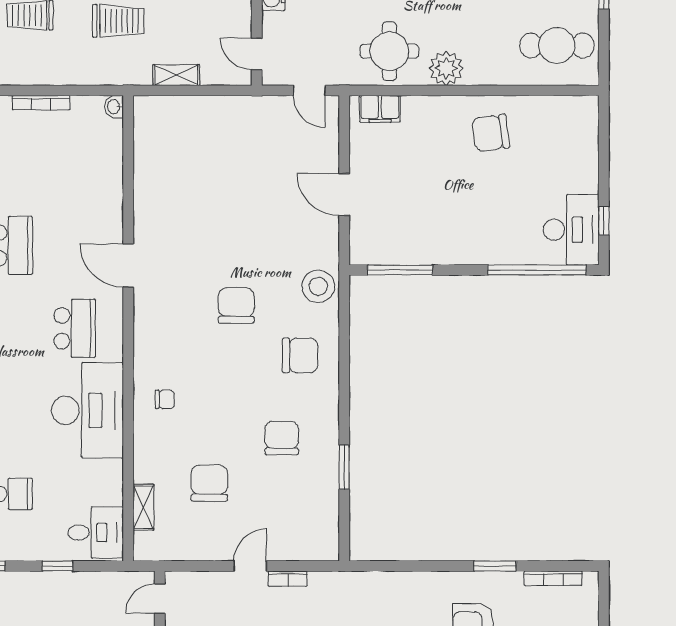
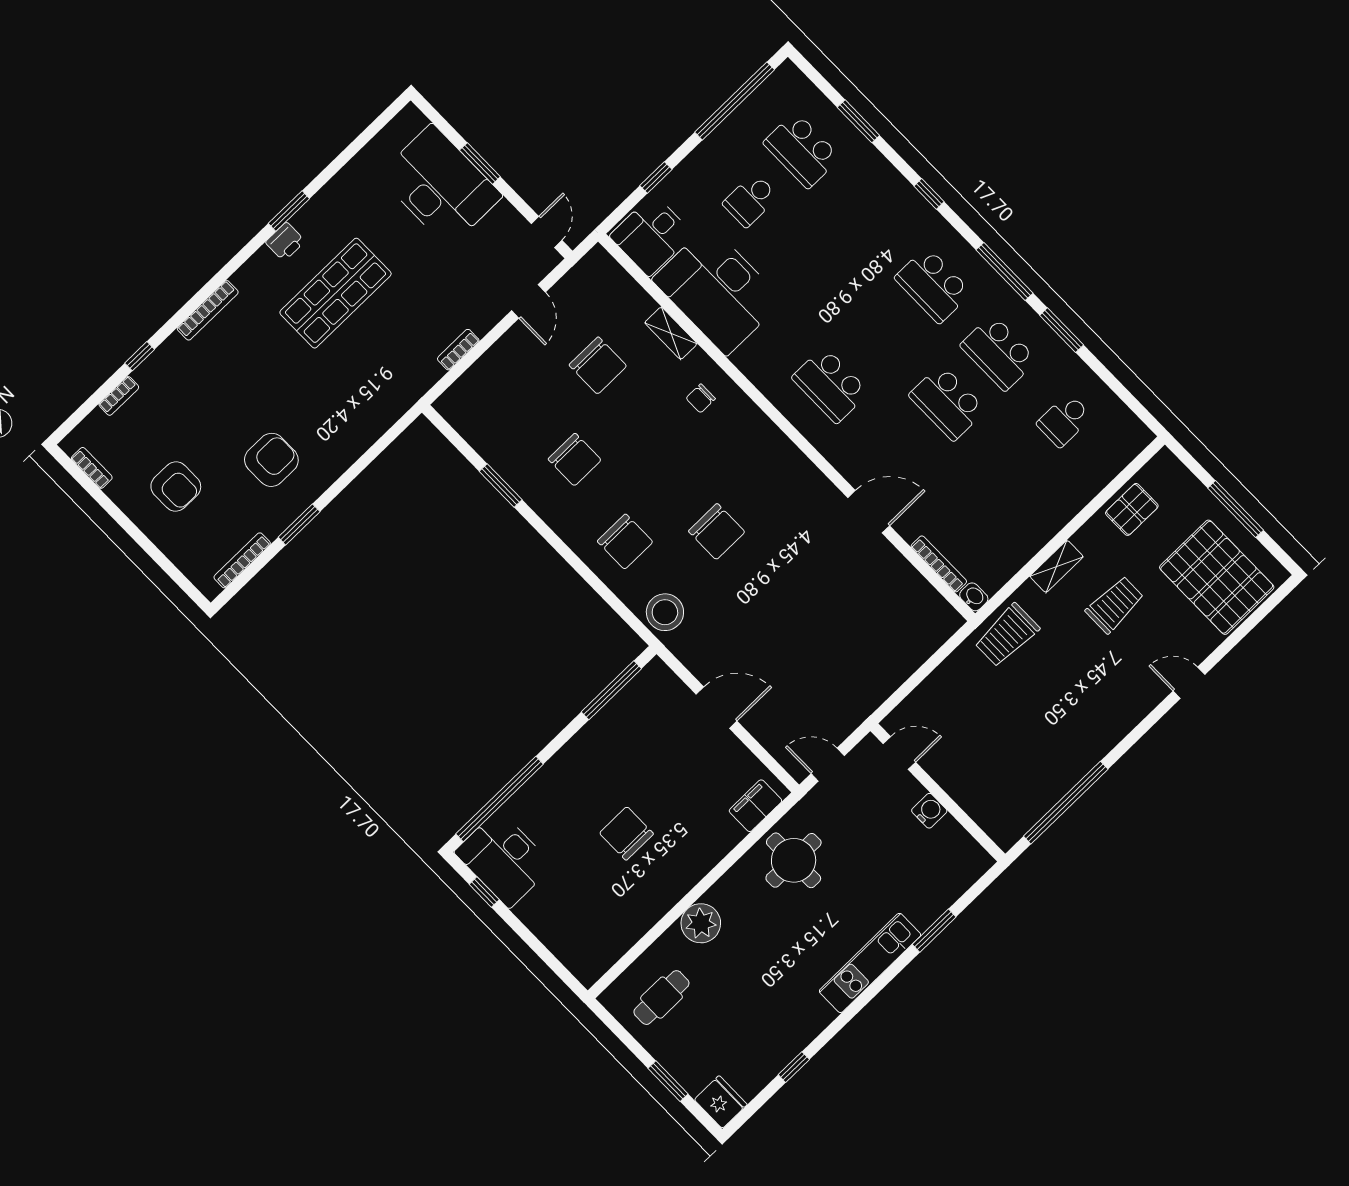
trolley: (118, 21) -> (1007, 635), moved
cafe table: (557, 46) -> (661, 998), width x0.73, depth x0.74
plant: (446, 68) -> (701, 923), moved
shelving: (176, 75) -> (1057, 566), moved
bookcase: (41, 103) -> (939, 564), moved, turned 90
chair: (491, 133) -> (626, 833), moved, turned -82
door: (128, 266) -> (869, 512), moved
chair: (300, 355) -> (625, 542), turned -90
desk: (88, 410) -> (718, 290), moved
shelving: (143, 507) -> (671, 333), moved
door: (250, 566) -> (528, 301), moved

